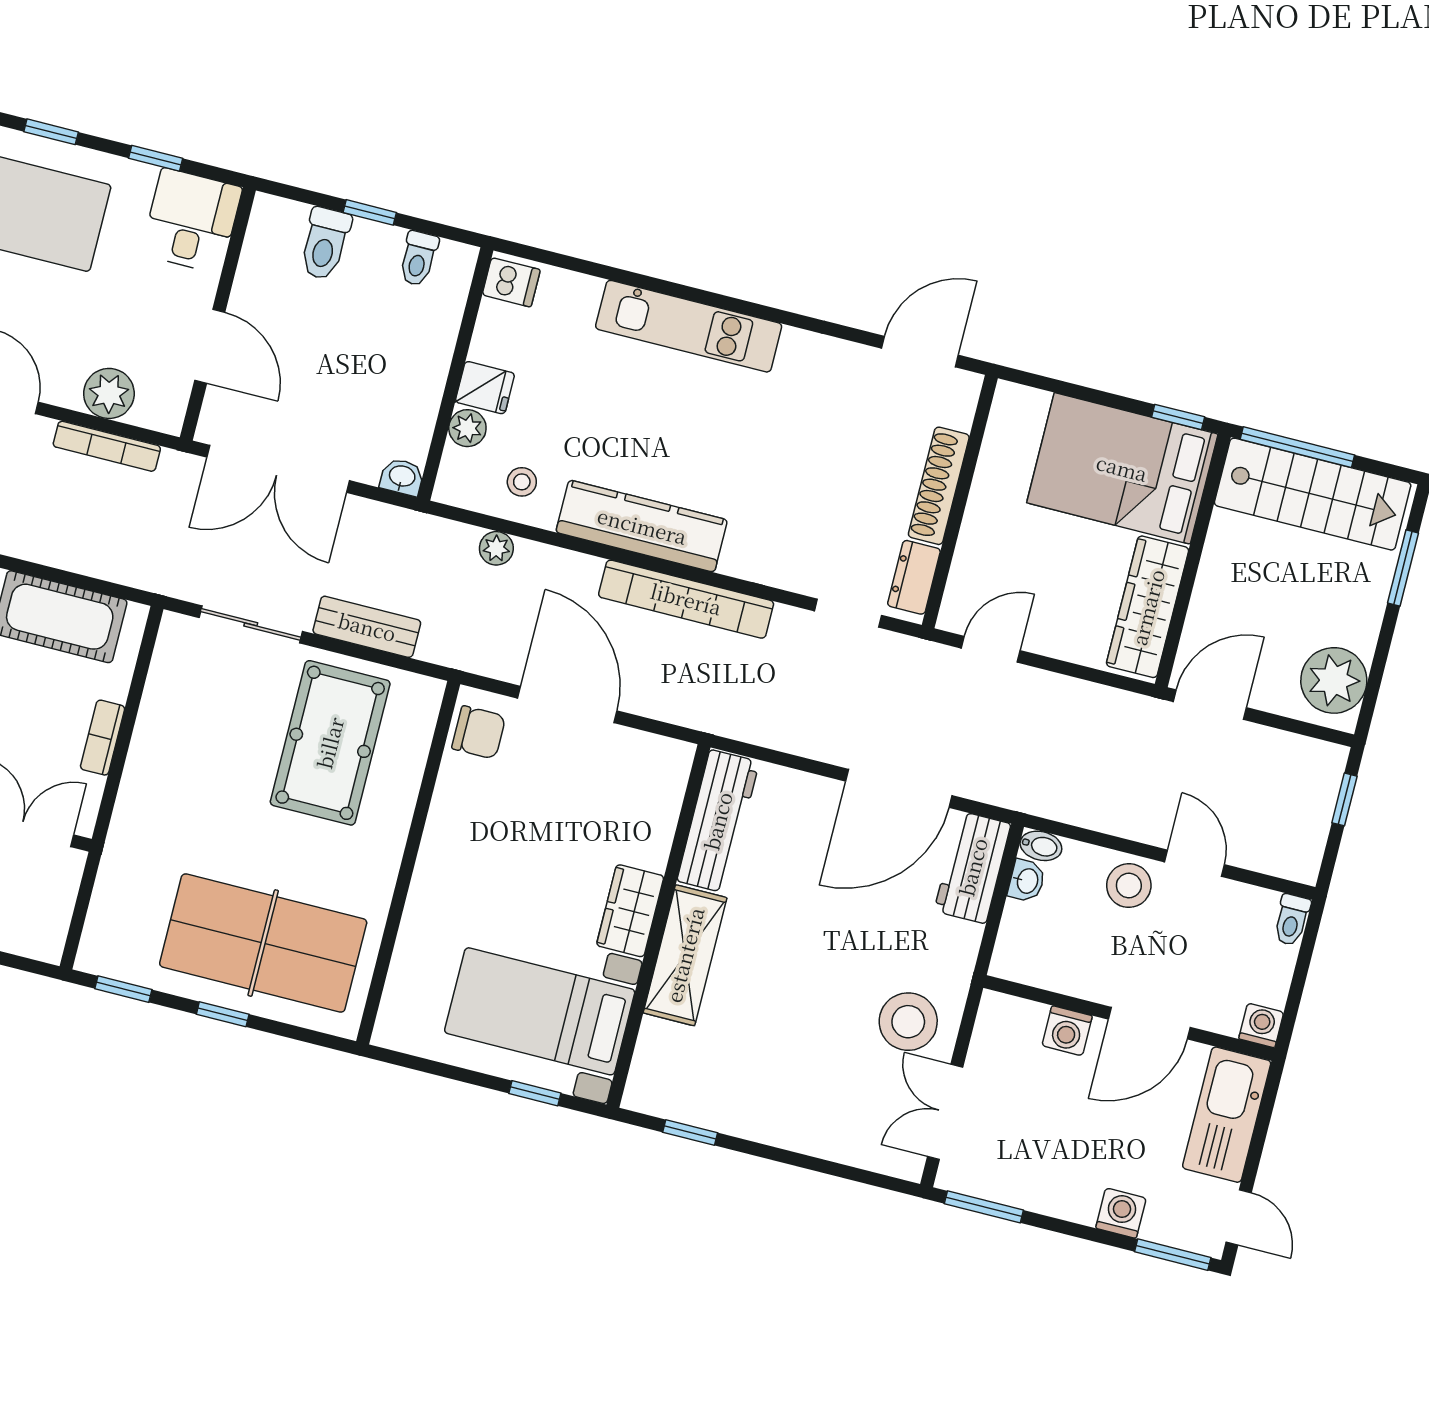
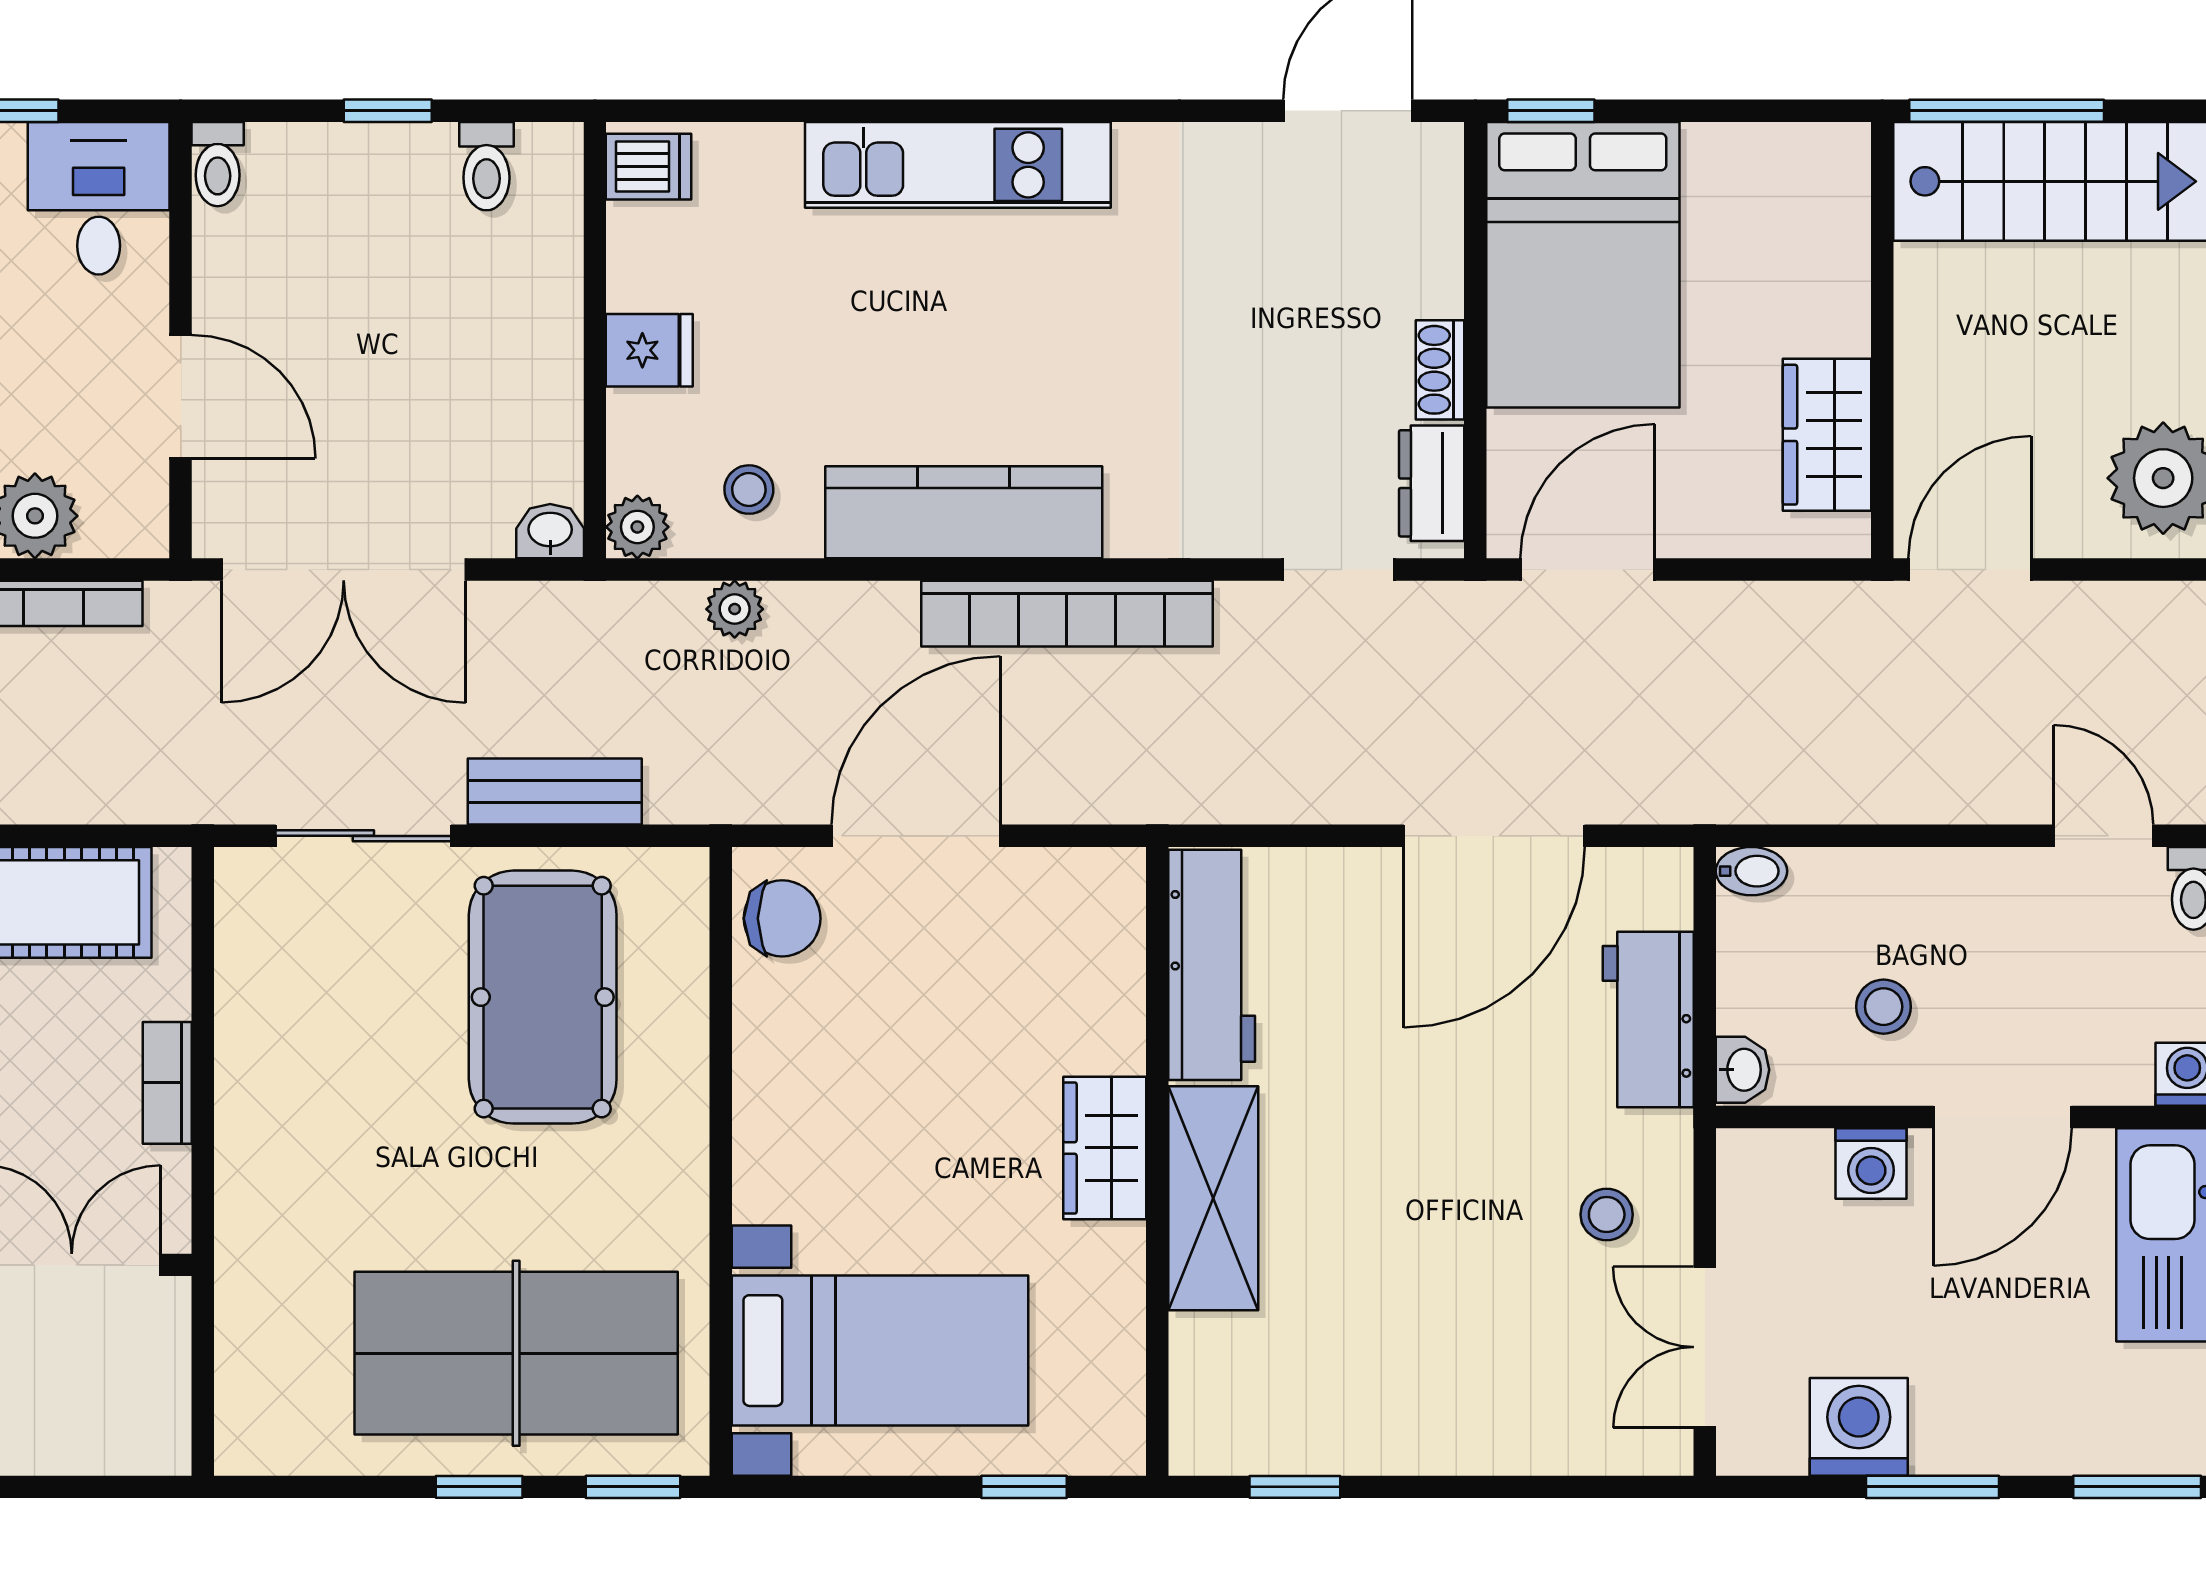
toilet: (325, 244) -> (218, 164), moved, width x0.73, depth x0.72
window: (1178, 417) -> (1551, 111), moved
plant: (467, 428) -> (637, 527), moved
bed: (1122, 468) -> (1583, 265), moved, turned -90
shoe rack: (939, 486) -> (1440, 370), width x0.51, depth x0.81
wardrobe: (1148, 607) -> (1827, 435), width x0.67
door: (991, 649) -> (1588, 569), width x1.37
door: (567, 704) -> (916, 836), hinge flipped
door: (1194, 863) -> (2103, 836), moved
workbench: (973, 867) -> (1648, 1020), moved
washbasin: (1027, 881) -> (1742, 1070), moved
stool: (1129, 886) -> (1884, 1007), moved, width x0.73, depth x0.73
window: (123, 989) -> (633, 1487), moved
bed with nightstands: (540, 1011) -> (880, 1351), moved, turned 180
stool: (908, 1022) -> (1607, 1215), width x0.53, depth x0.53
window: (984, 1207) -> (1933, 1487), moved
washing machine: (1121, 1213) -> (1859, 1427), moved, width x1.38, depth x1.38

